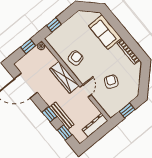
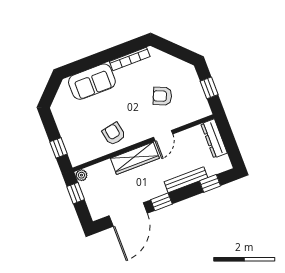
door: (85, 91) -> (163, 136), swing flipped
window: (49, 114) -> (161, 202), moved

